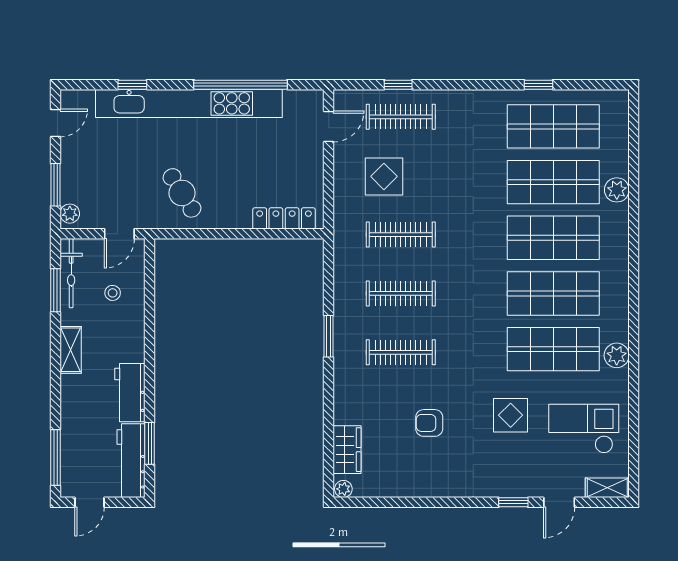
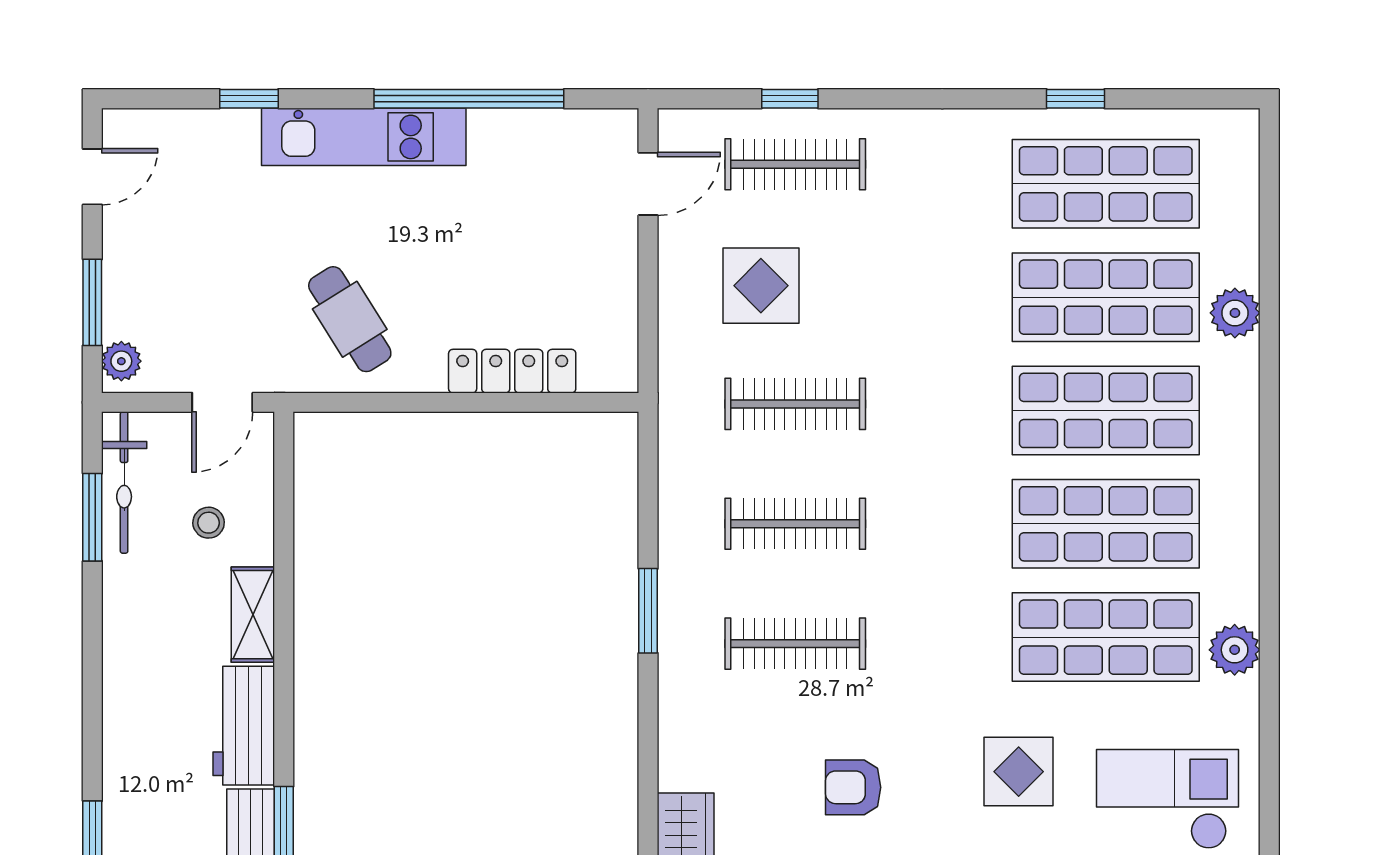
kitchen unit: (189, 103) -> (364, 137), width x0.54
locker: (284, 218) -> (512, 371), moved
shelving: (71, 350) -> (253, 615), moved

